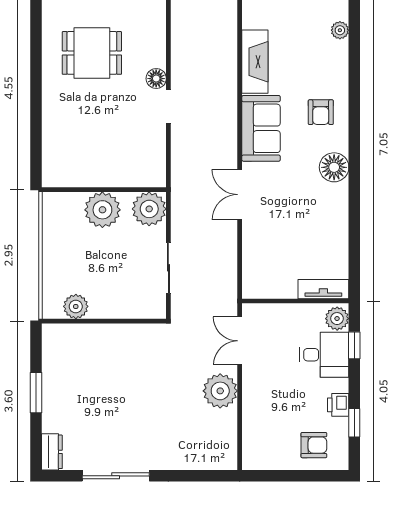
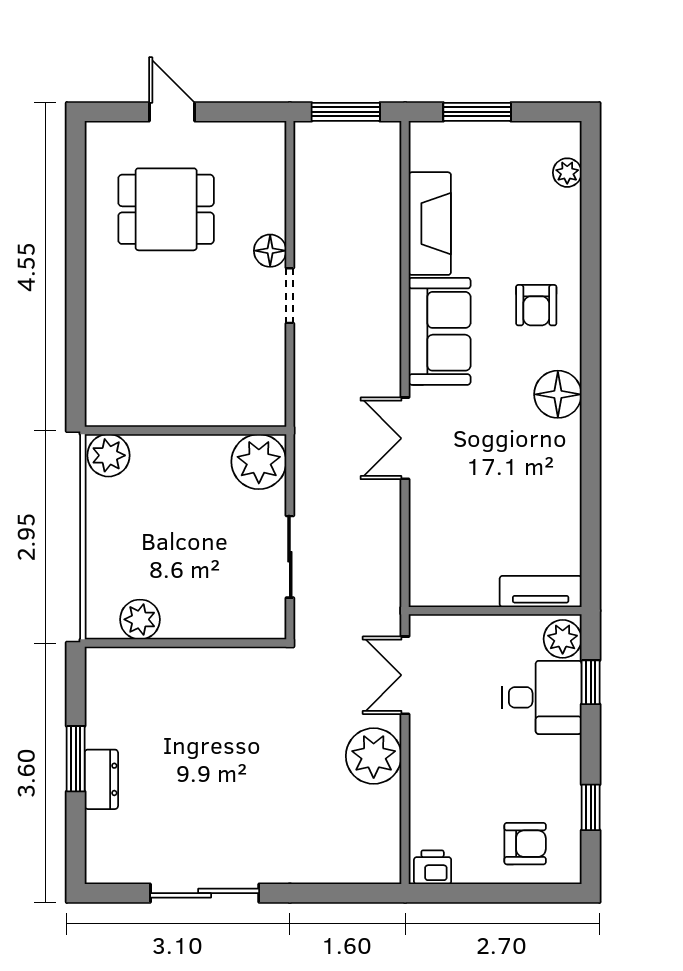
plant: (102, 210) -> (108, 455), moved, width x0.73, depth x0.73
printer: (338, 405) -> (433, 867), moved, turned 90
dresser: (52, 452) -> (101, 779), moved

